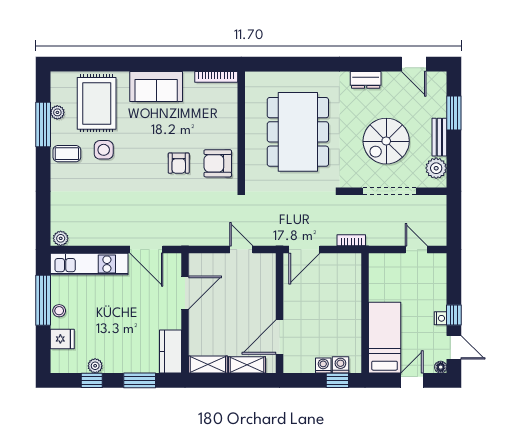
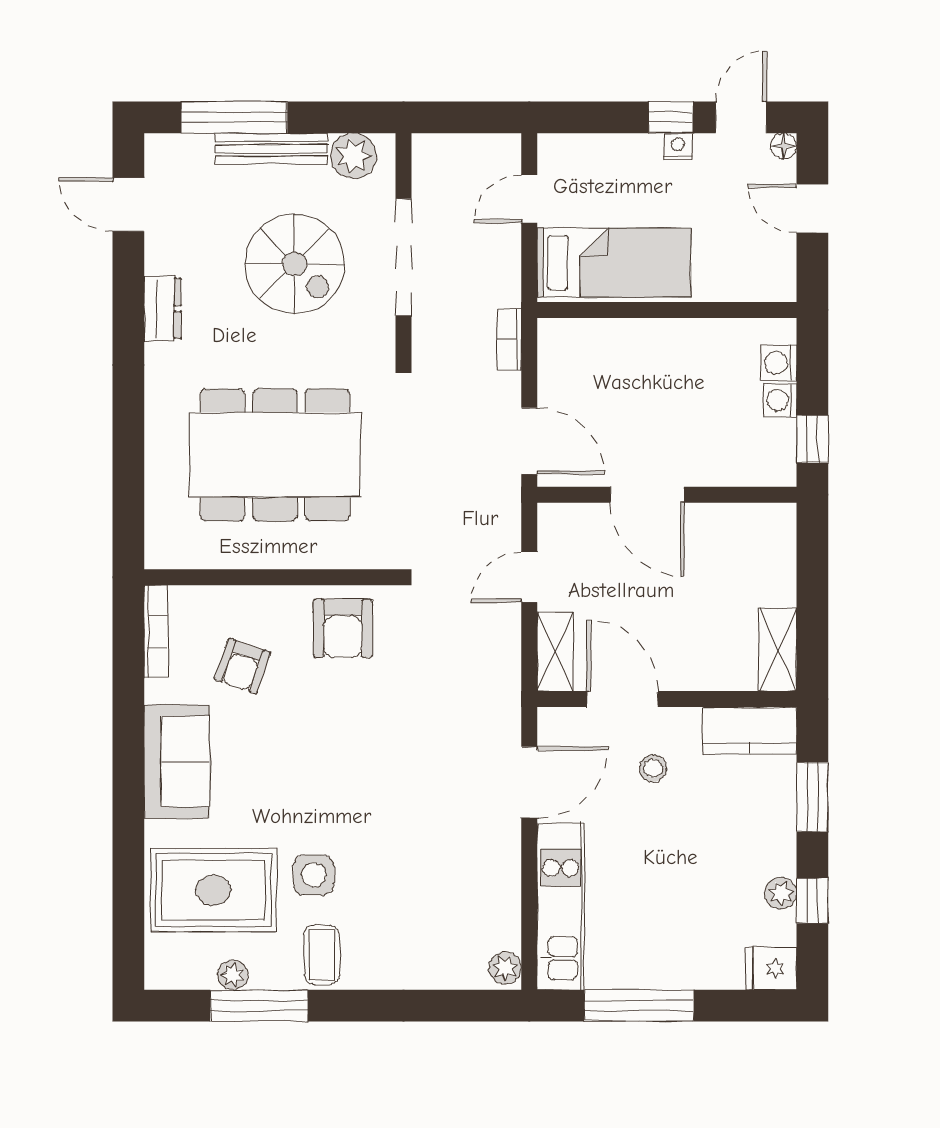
door: (414, 64) -> (128, 205), swing flipped
window: (454, 113) -> (234, 117), width x1.44
bench: (439, 137) -> (271, 149), width x1.36
armchair: (179, 163) -> (243, 666), moved, turned 109
stool: (59, 311) -> (653, 768), moved
door: (279, 337) -> (647, 495), moved
bed: (385, 338) -> (614, 263), moved, turned 180
fridge: (62, 339) -> (771, 969), moved, turned -90
shelving: (247, 365) -> (555, 651), moved
window: (337, 380) -> (812, 439), moved

